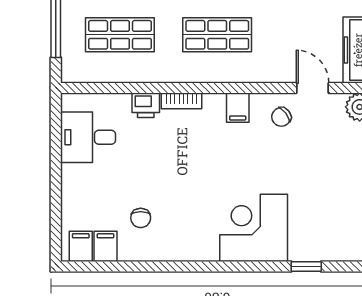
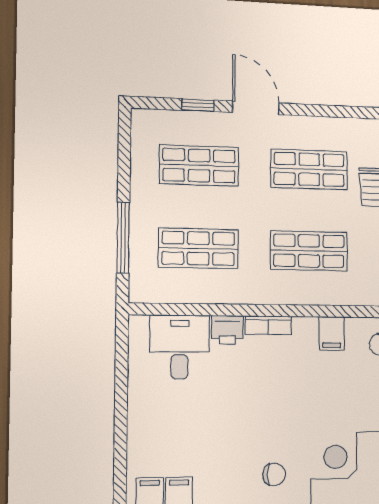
desk: (88, 137) -> (180, 347), moved, turned 90
chair: (141, 218) -> (274, 474), moved, turned -90

